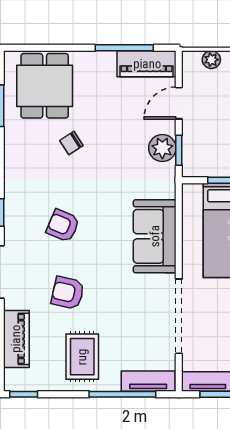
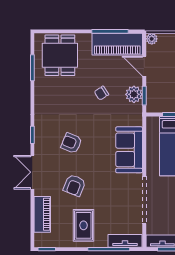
plant: (211, 60) -> (152, 39), moved
piano: (147, 64) -> (117, 44), width x1.37, depth x1.33
door: (179, 103) -> (144, 66), hinge flipped
chair: (71, 143) -> (101, 93), moved
armchair: (68, 293) -> (74, 185), turned -81

